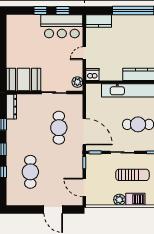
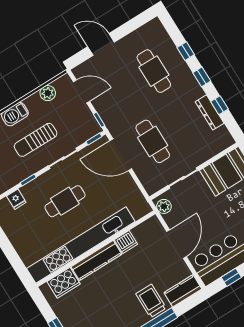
trolley: (123, 27) -> (151, 301), added
door: (84, 53) -> (176, 244), width x1.87
dishwasher: (92, 75) -> (126, 242), moved
dresser: (11, 107) -> (210, 112), moved
plant: (119, 200) -> (48, 93), moved

